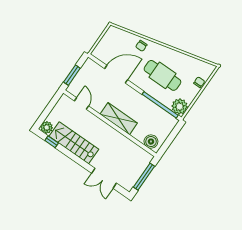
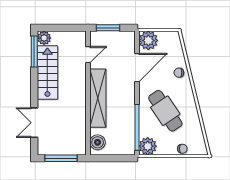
plant: (102, 52) -> (148, 40), added
door: (116, 74) -> (137, 68), hinge flipped
cafe table: (162, 75) -> (165, 111), turned -34
shelving: (119, 119) -> (98, 98), width x1.47
window: (52, 142) -> (34, 52), width x2.17

